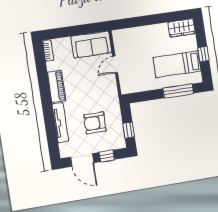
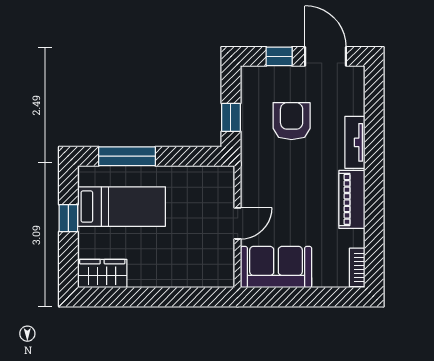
tv unit: (60, 123) -> (355, 142), width x0.71
armchair: (95, 123) -> (292, 121), turned -90
window: (129, 130) -> (231, 117), moved

